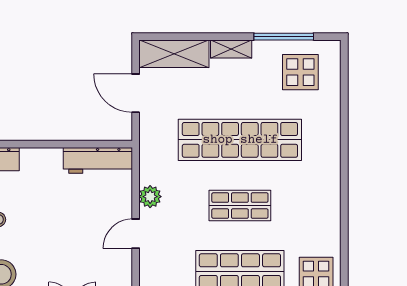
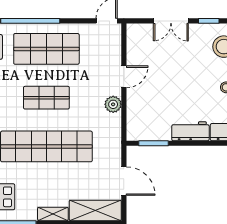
window: (96, 144) -> (154, 143), added
workbench: (98, 160) -> (190, 131), moved, width x0.73

